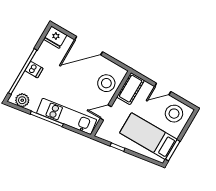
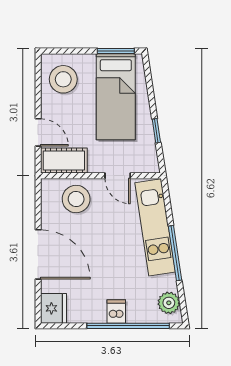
door: (163, 89) -> (38, 132), moved

